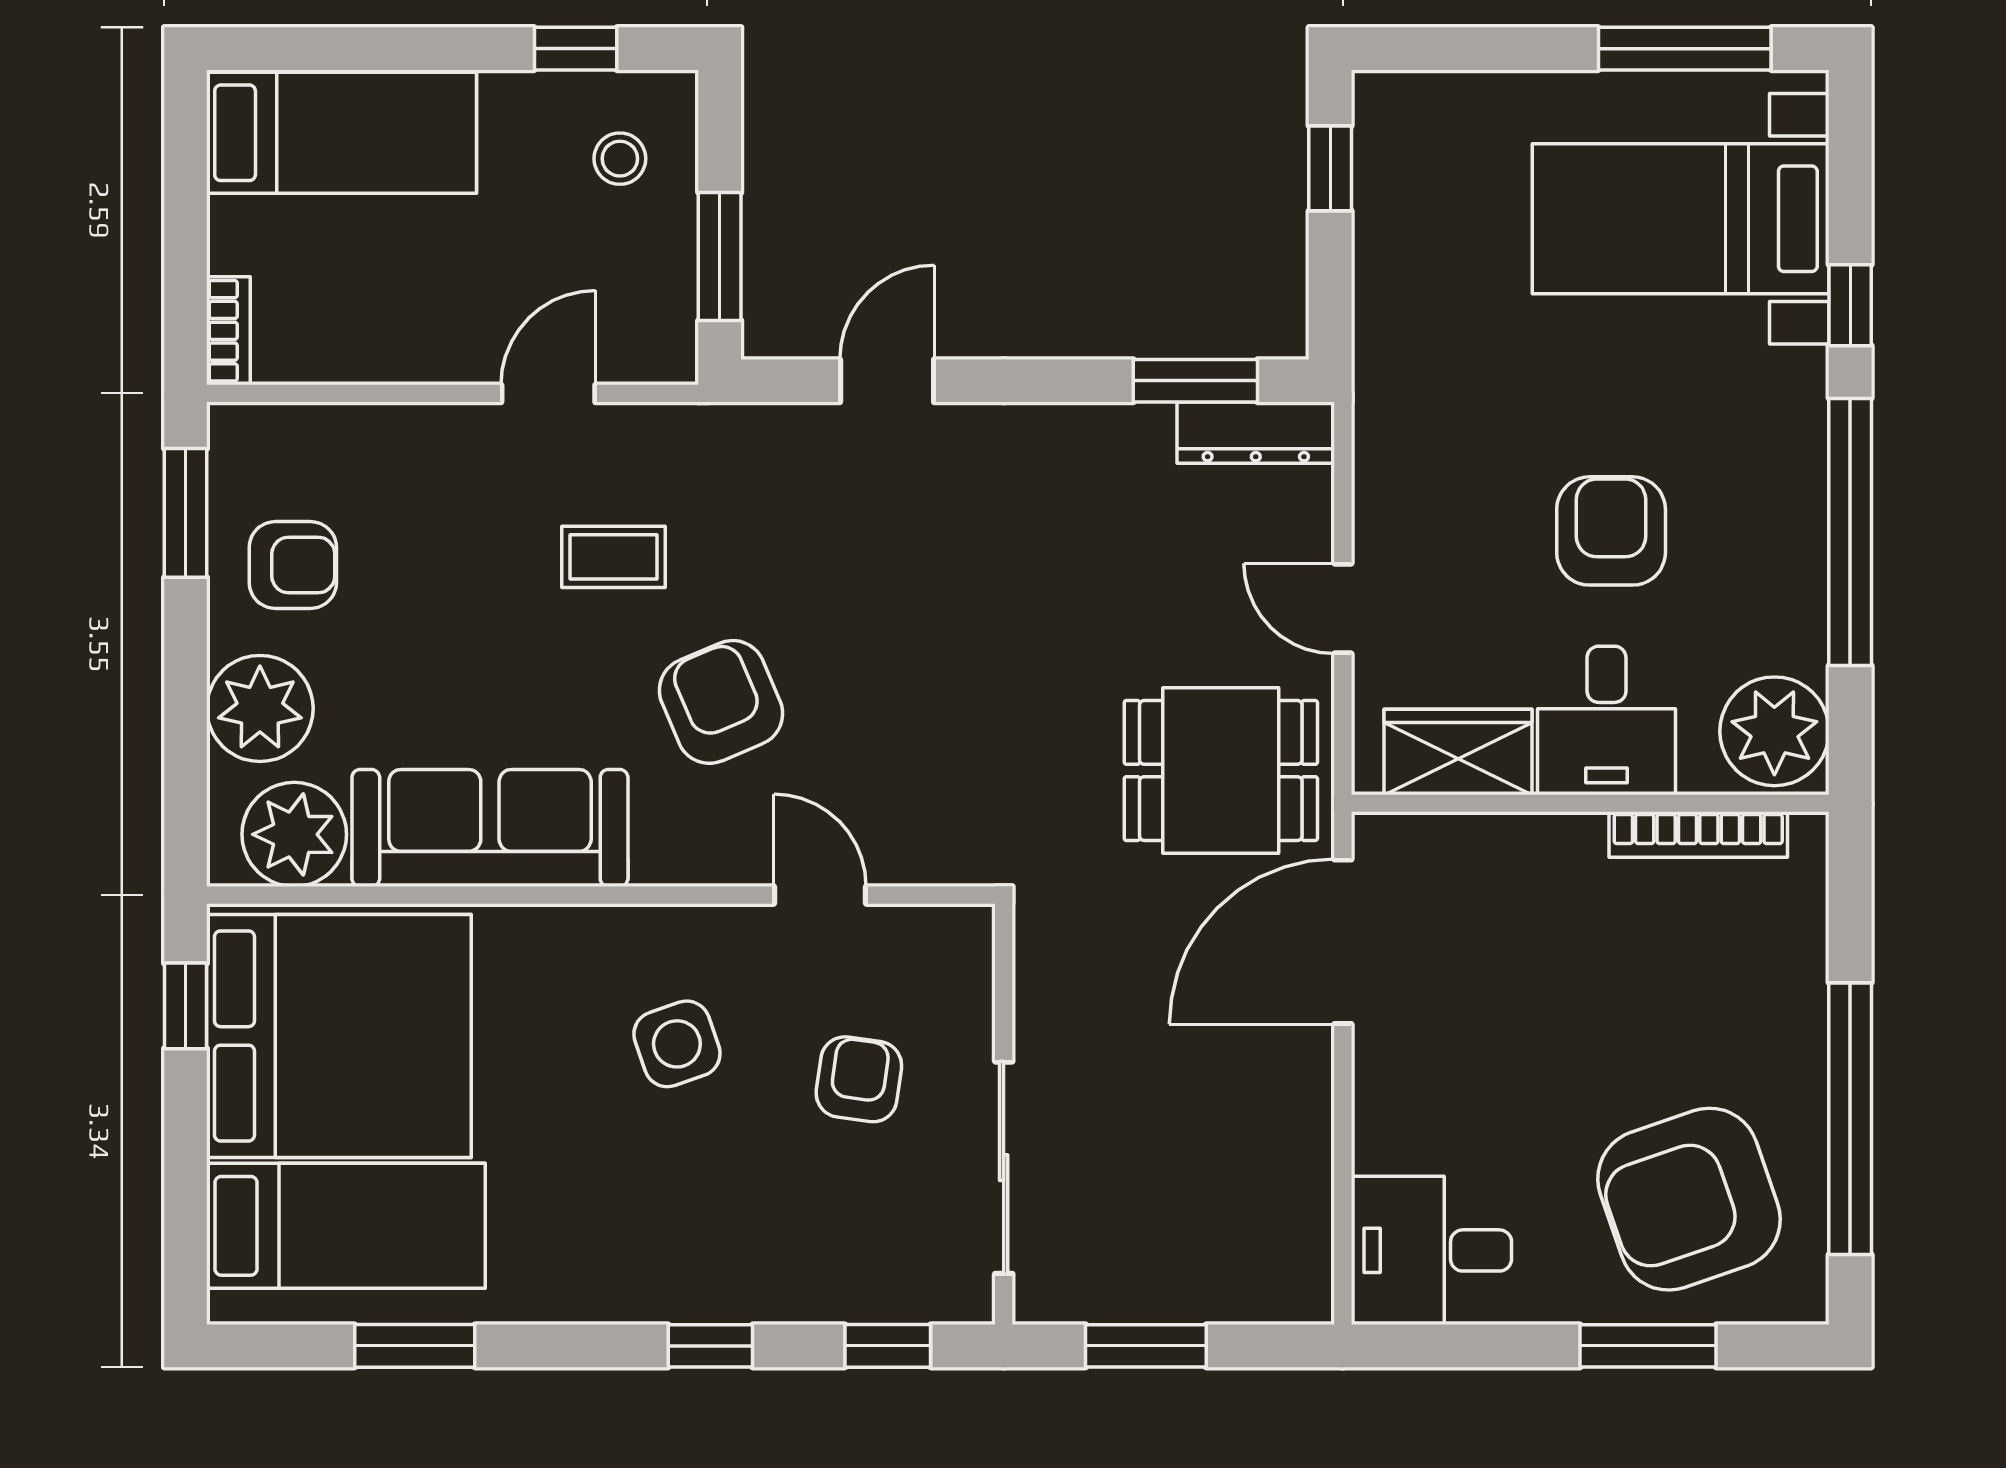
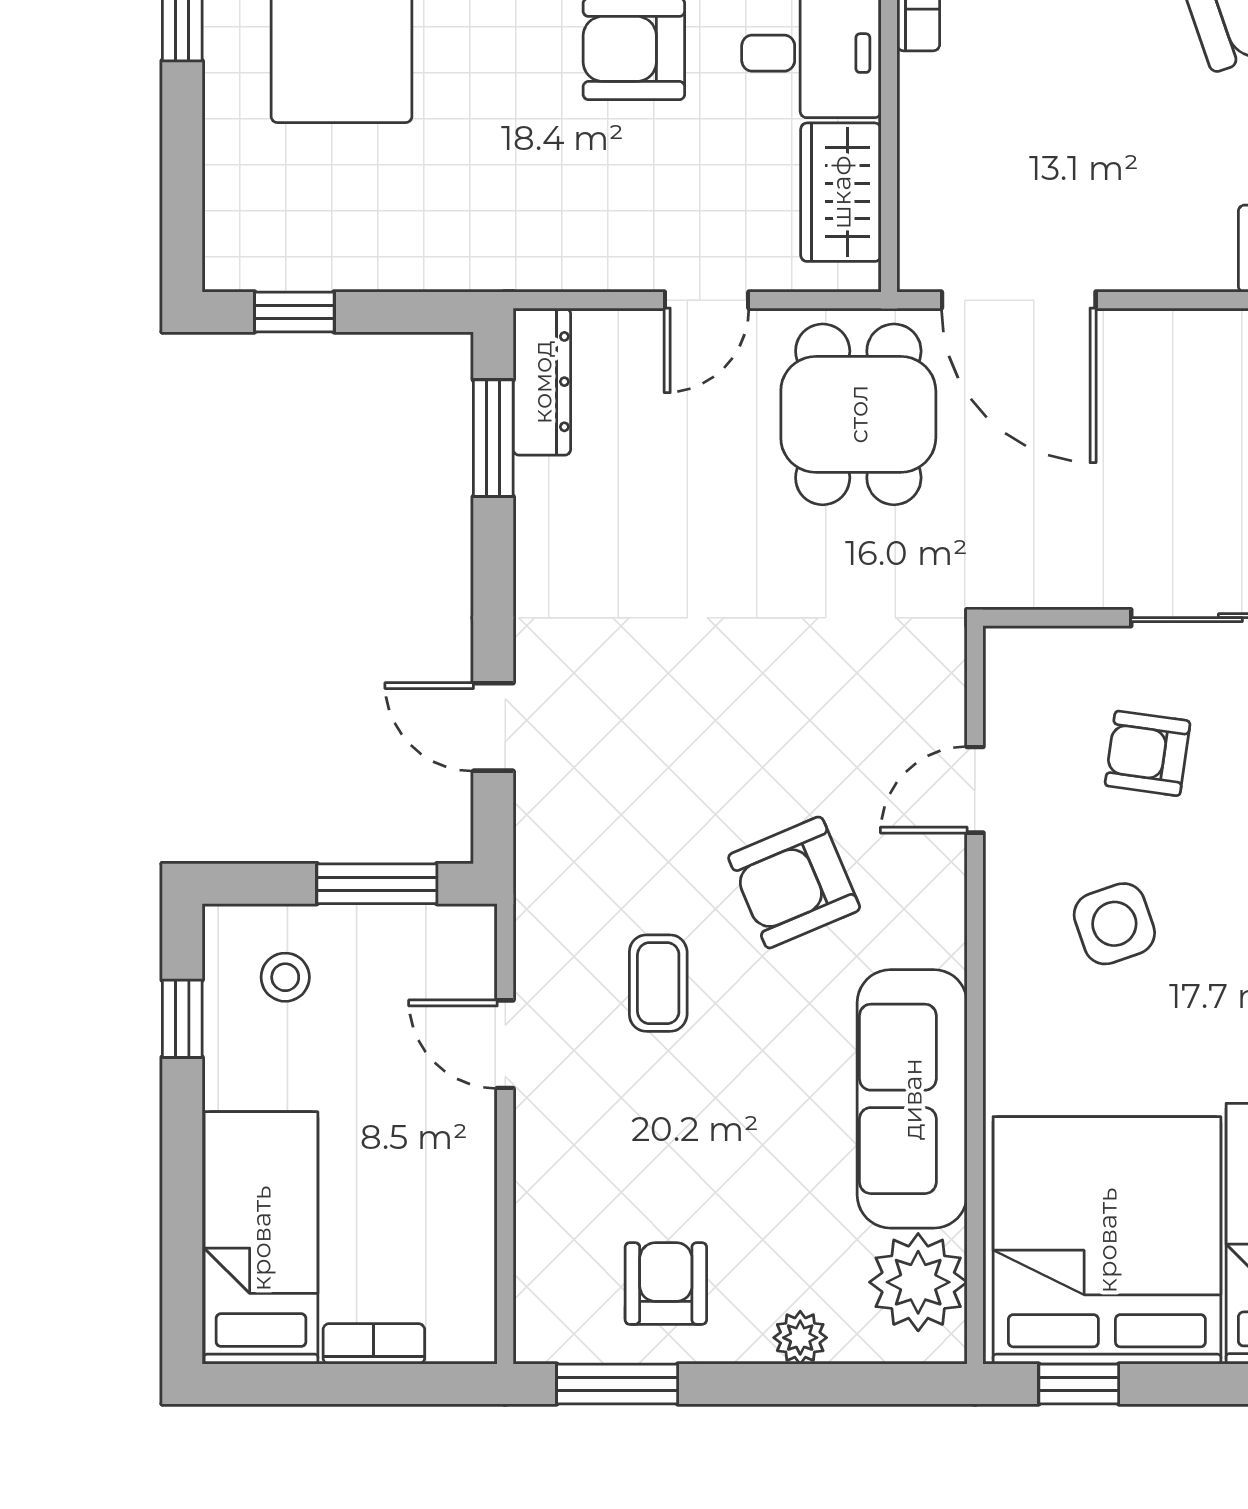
bookcase: (228, 331) -> (374, 1344), moved
plant: (260, 708) -> (800, 1338), width x0.53, depth x0.53

